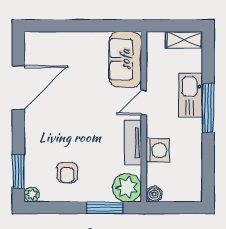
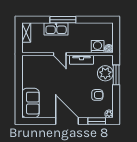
sofa: (125, 59) -> (30, 103), moved, turned -90
door: (18, 87) -> (67, 121), moved
washing machine: (158, 150) -> (98, 47), moved
plant: (127, 188) -> (105, 73), moved

